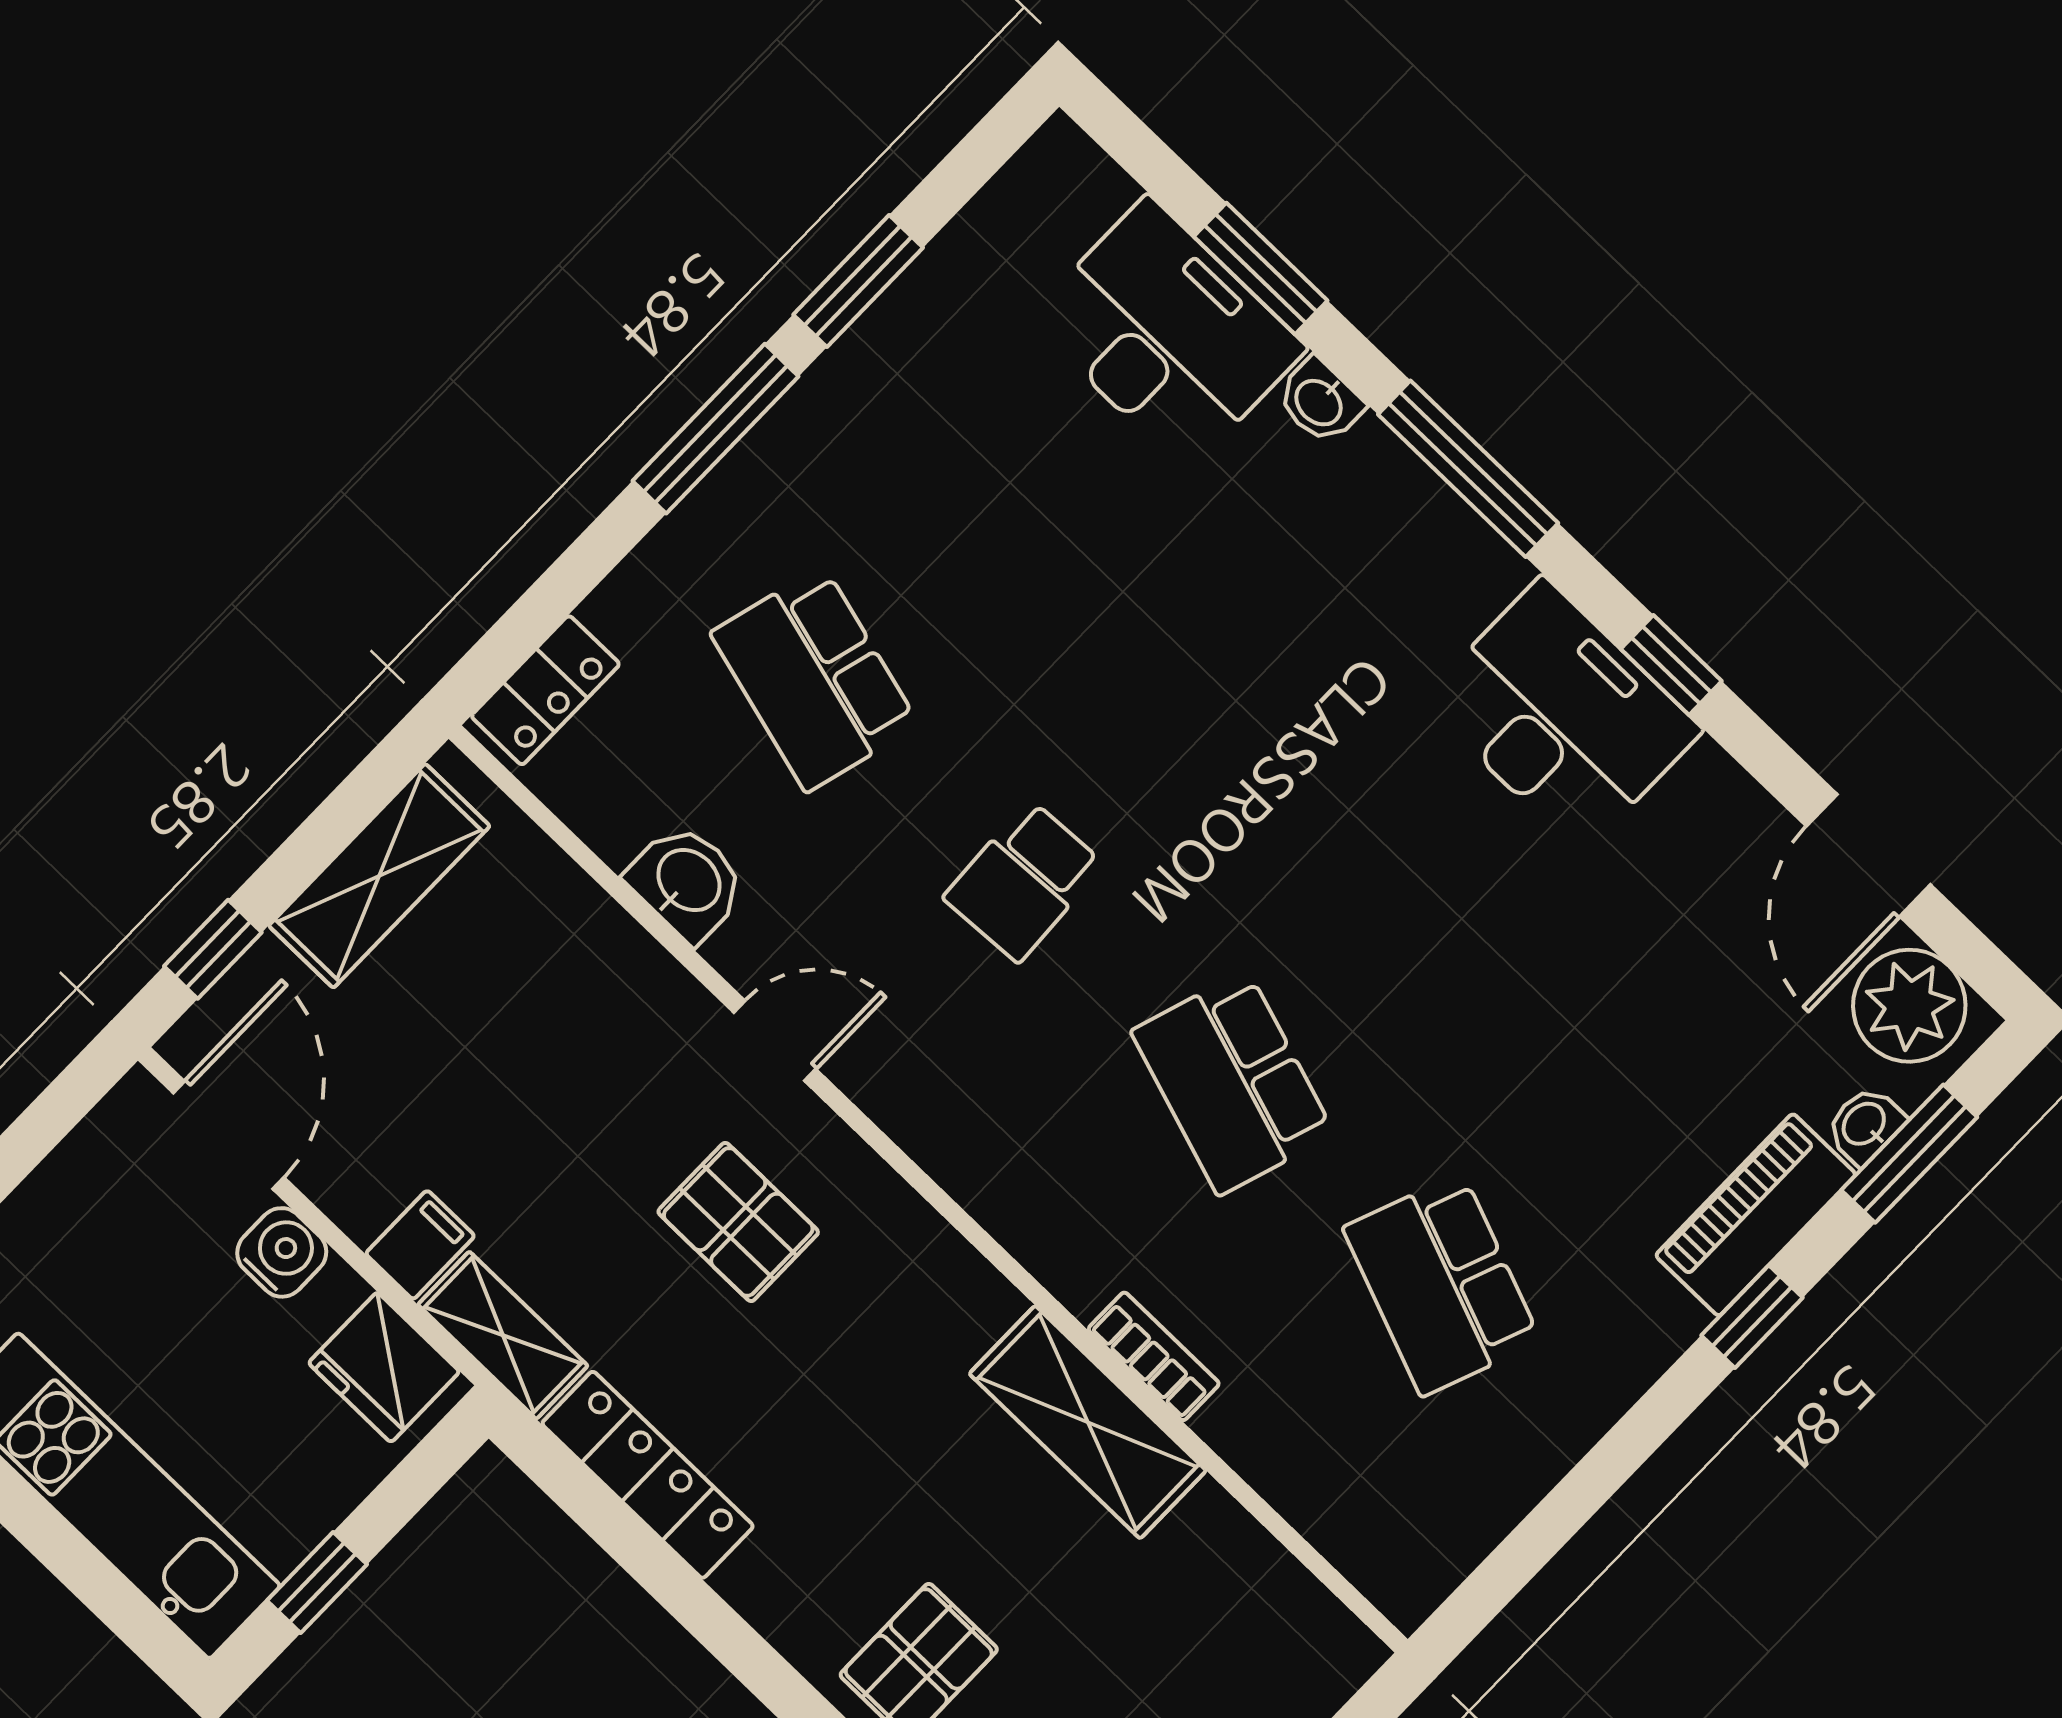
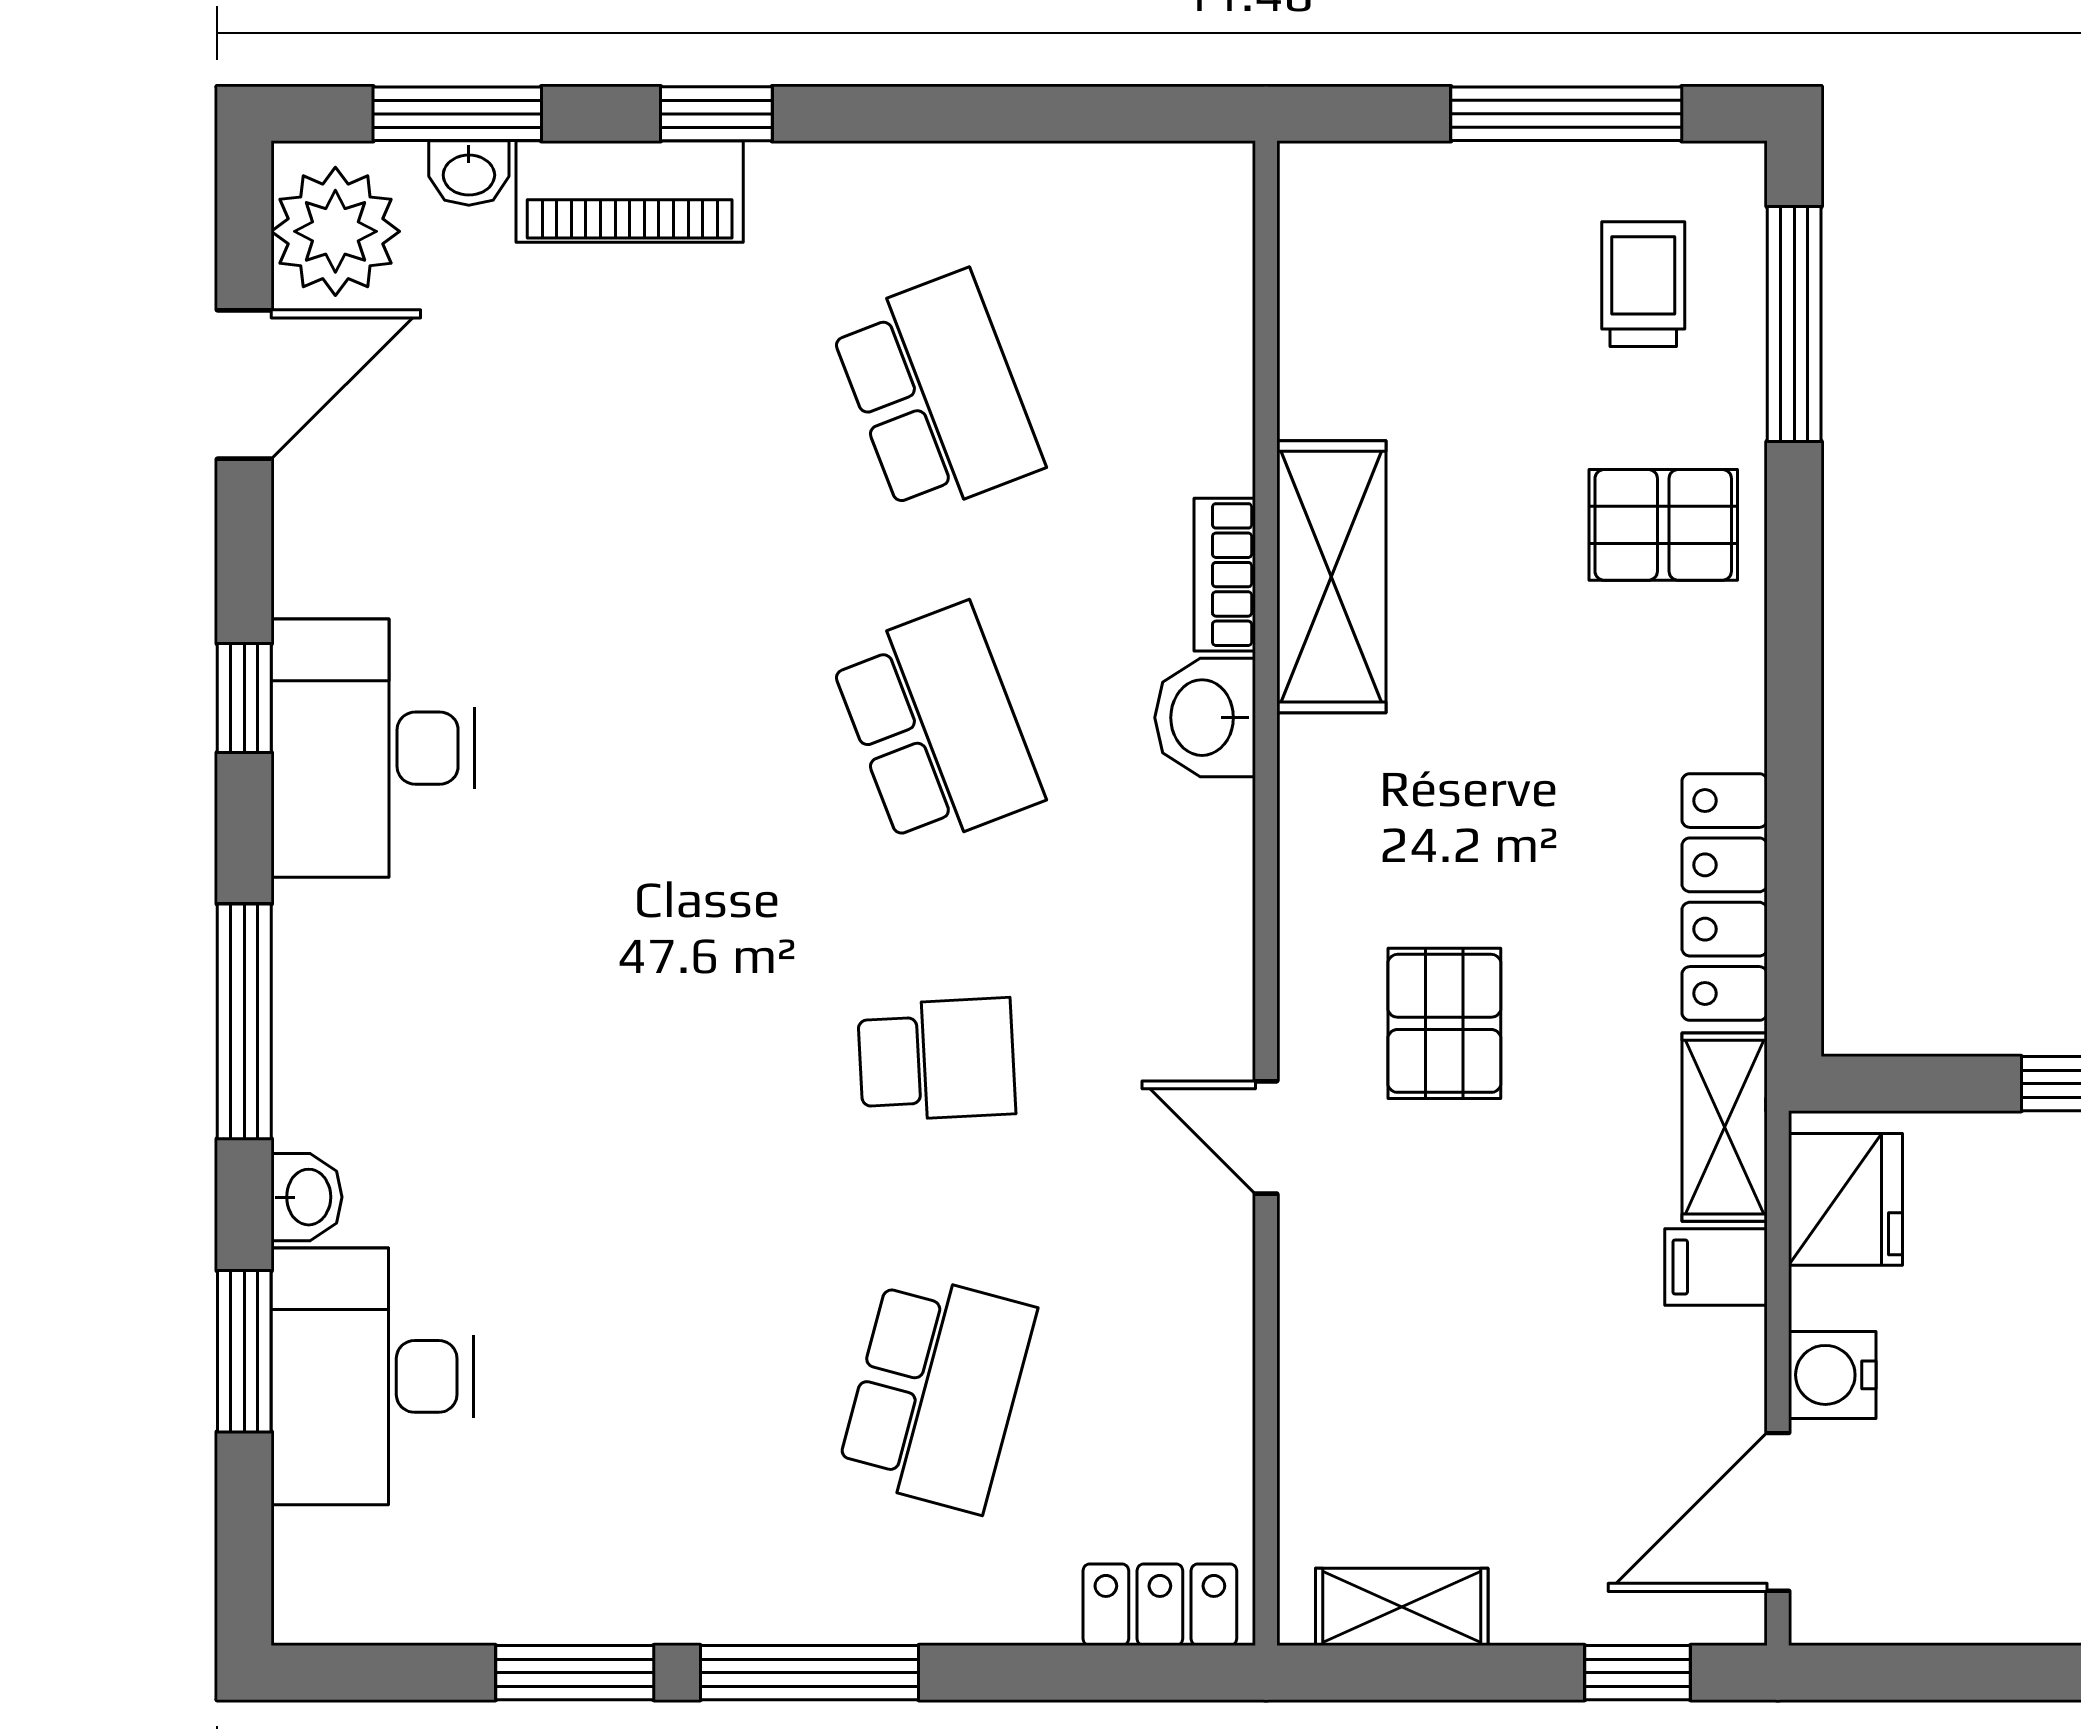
shelving: (379, 876) -> (1402, 1607), width x0.67, depth x0.75
washbasin: (687, 882) -> (1205, 718), moved
school desk: (1233, 1083) -> (937, 727), turned -39
school desk: (1442, 1285) -> (937, 394), turned -42

